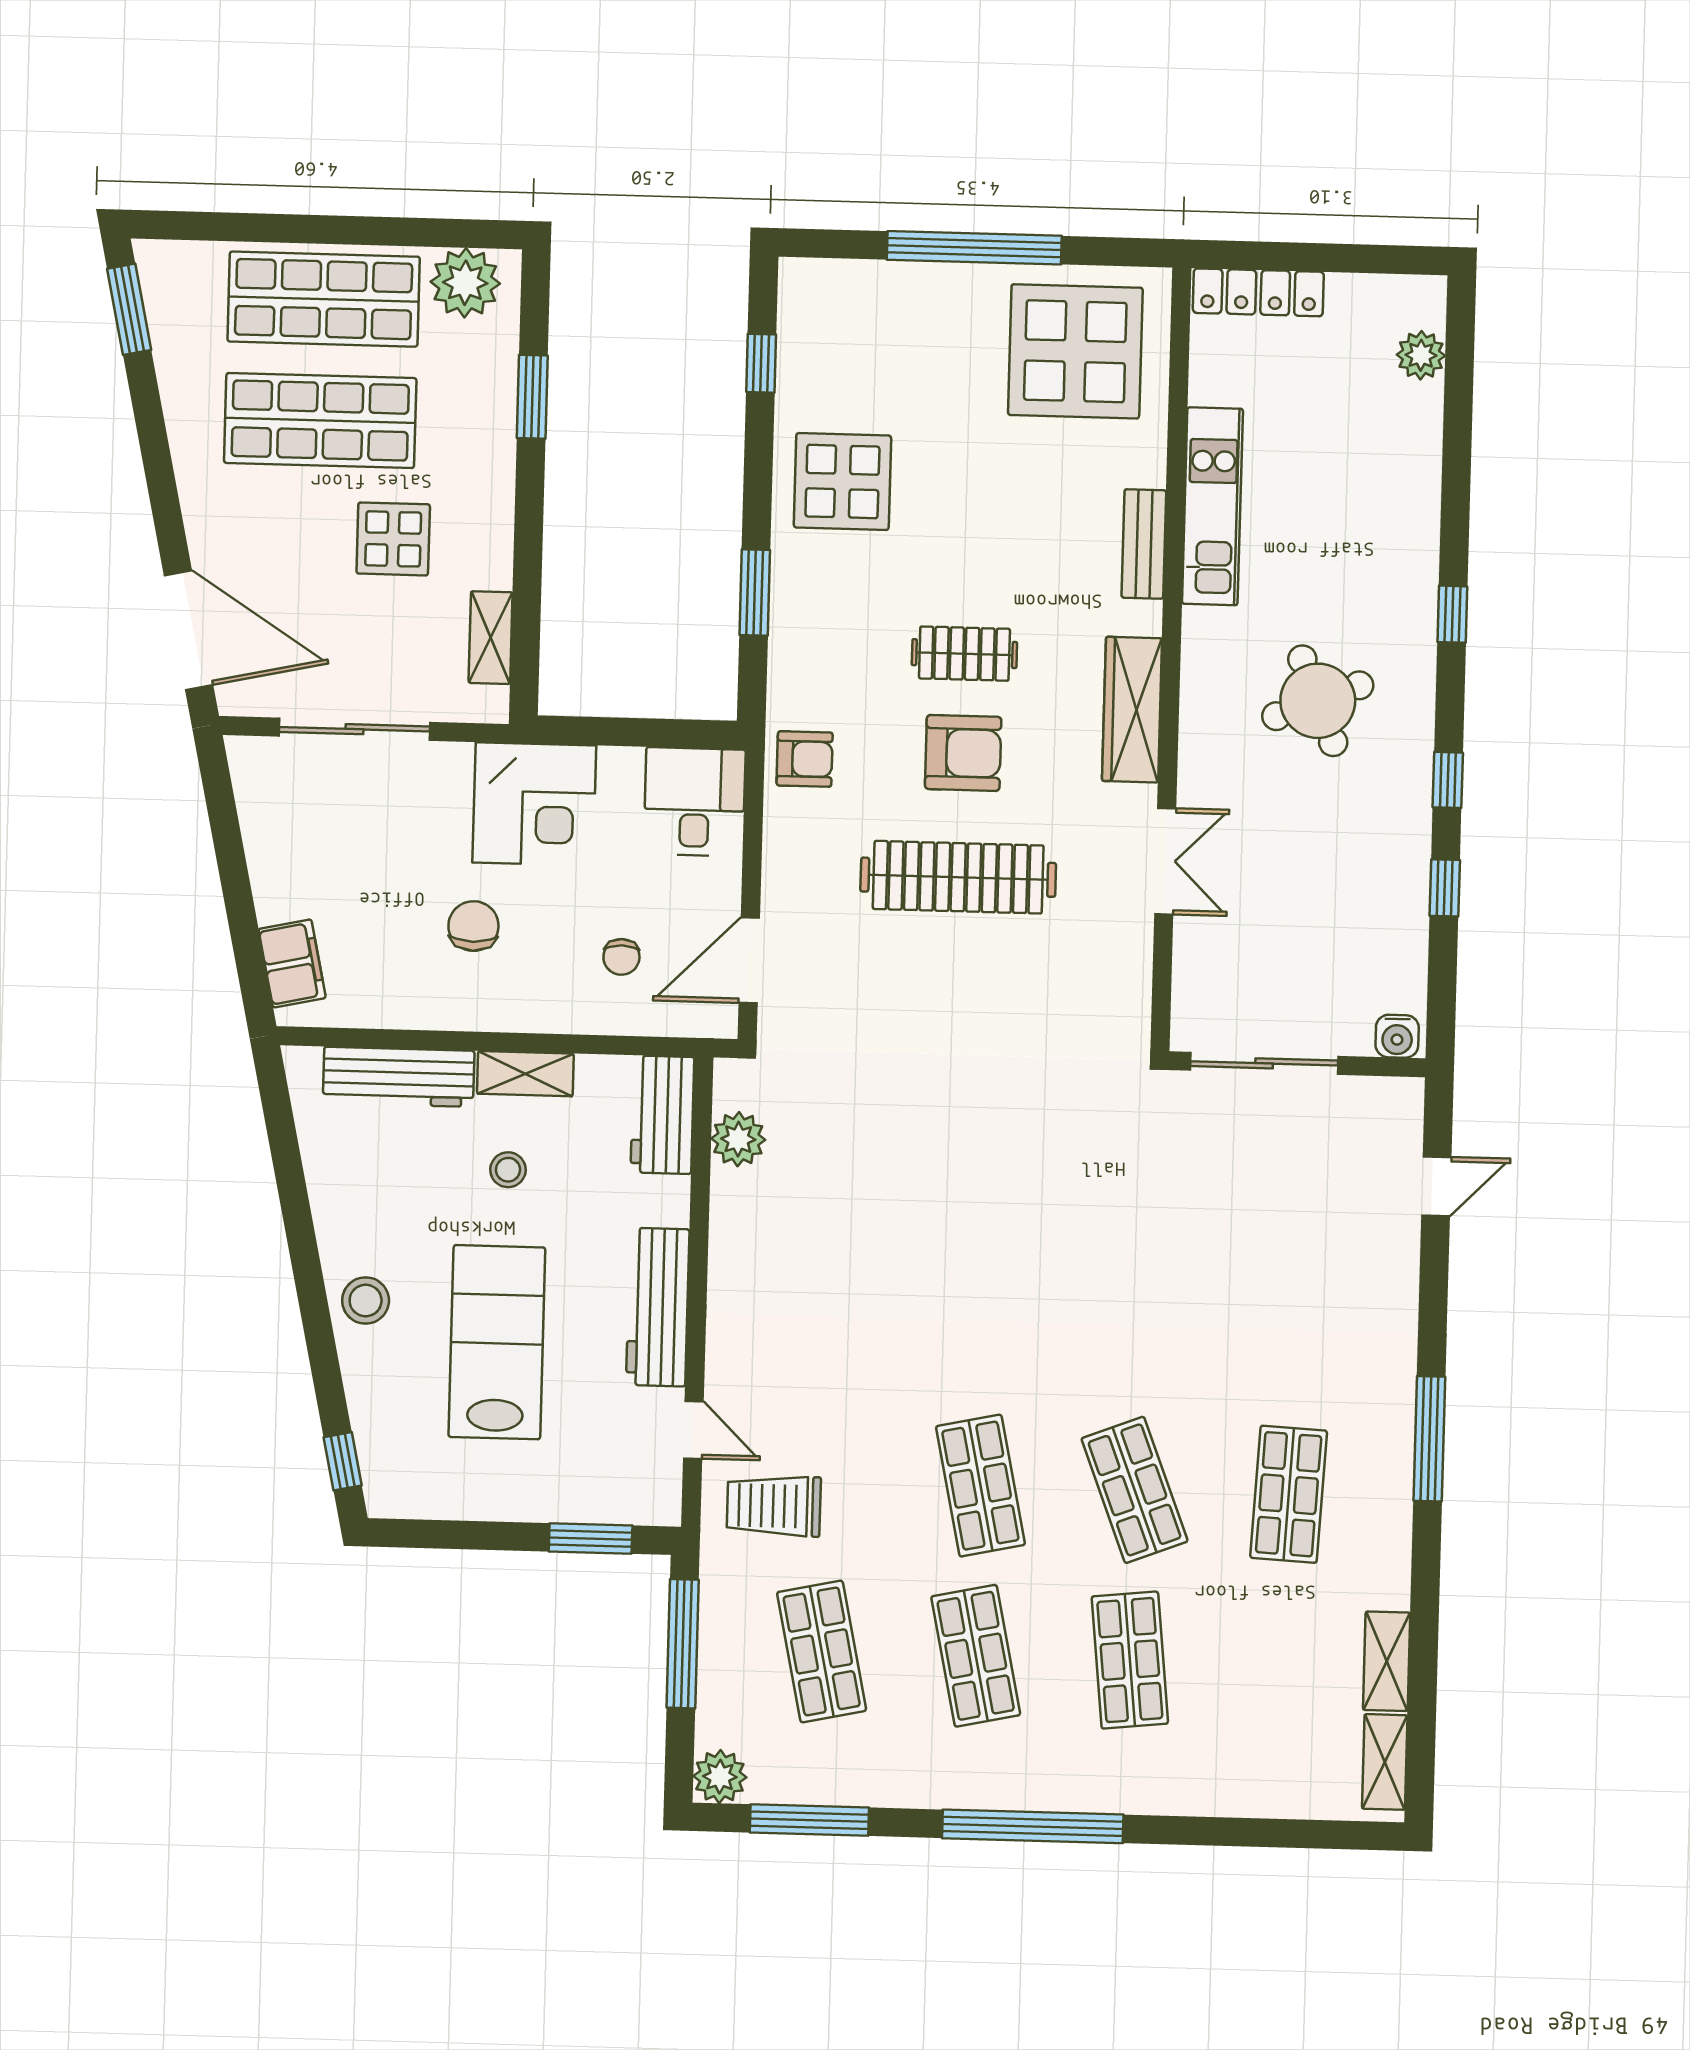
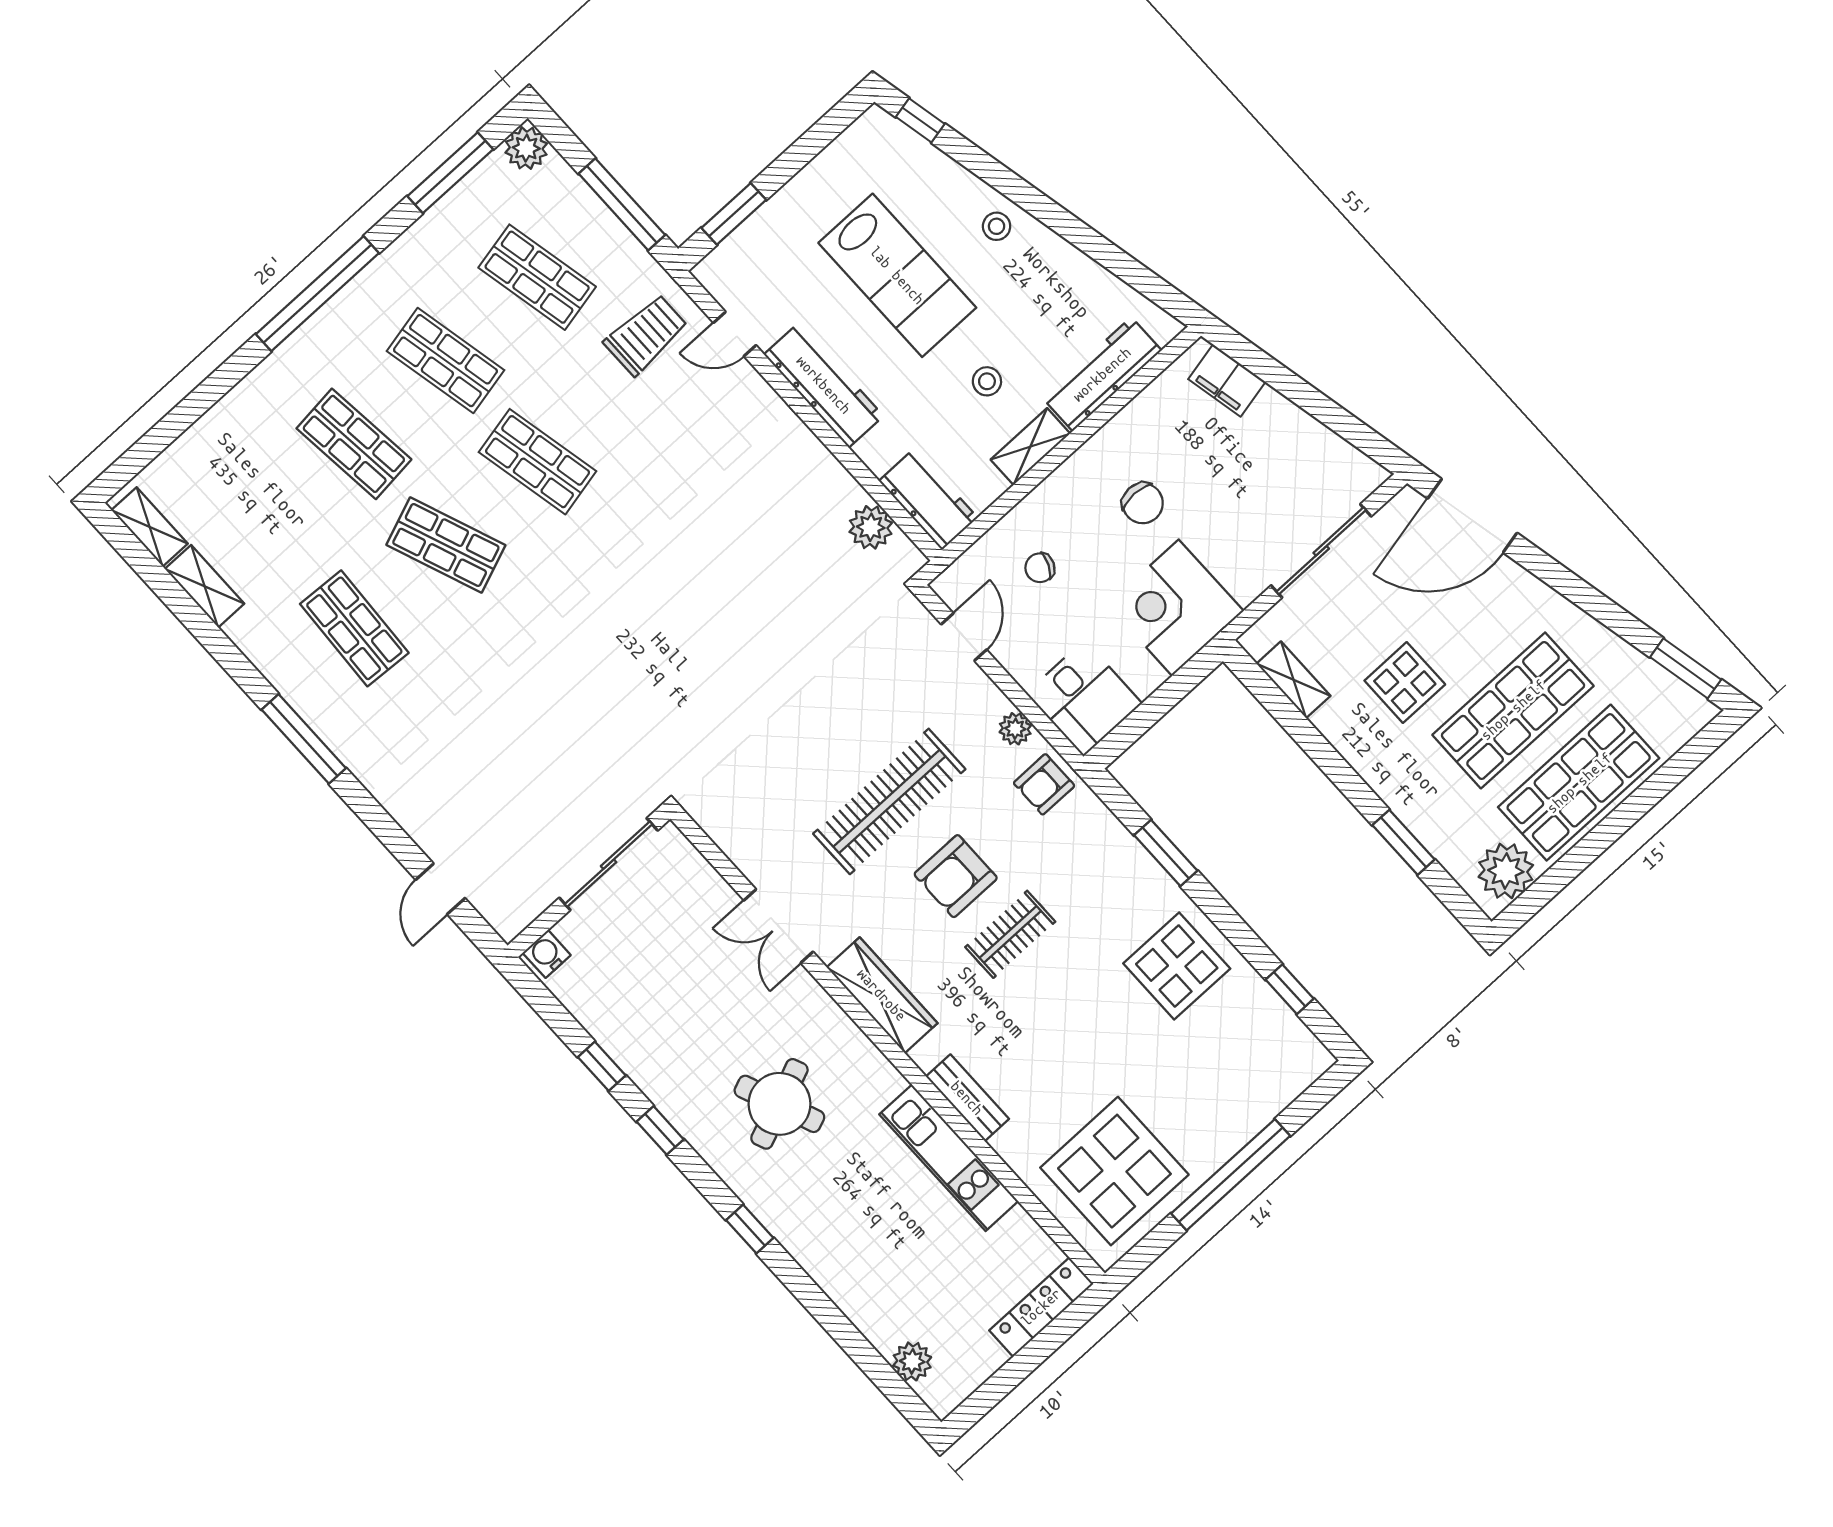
plant: (782, 834) -> (1015, 729), added
chair: (621, 957) -> (1040, 568), turned -66
door: (749, 960) -> (964, 637), width x0.73
stool: (366, 1300) -> (997, 226), width x0.73, depth x0.73

